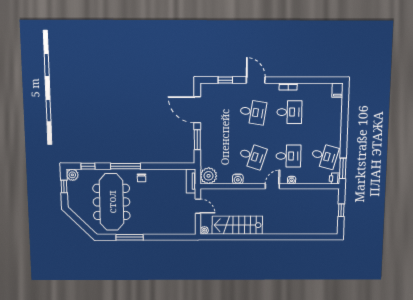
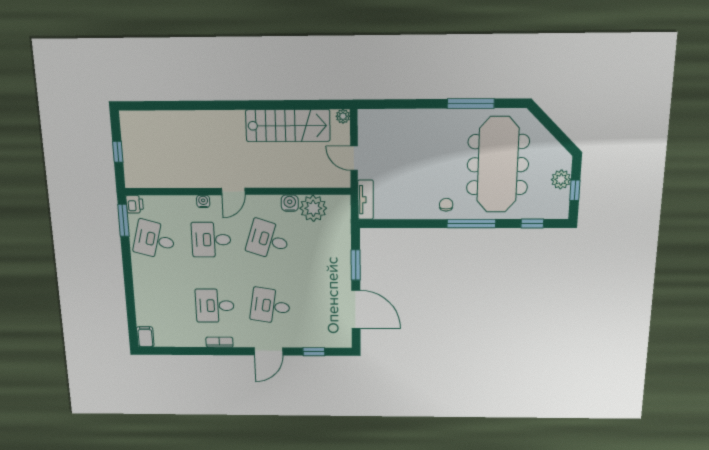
door: (256, 80) -> (268, 351), hinge flipped
plant: (72, 175) -> (561, 179), moved
plant: (209, 176) -> (313, 208), moved

